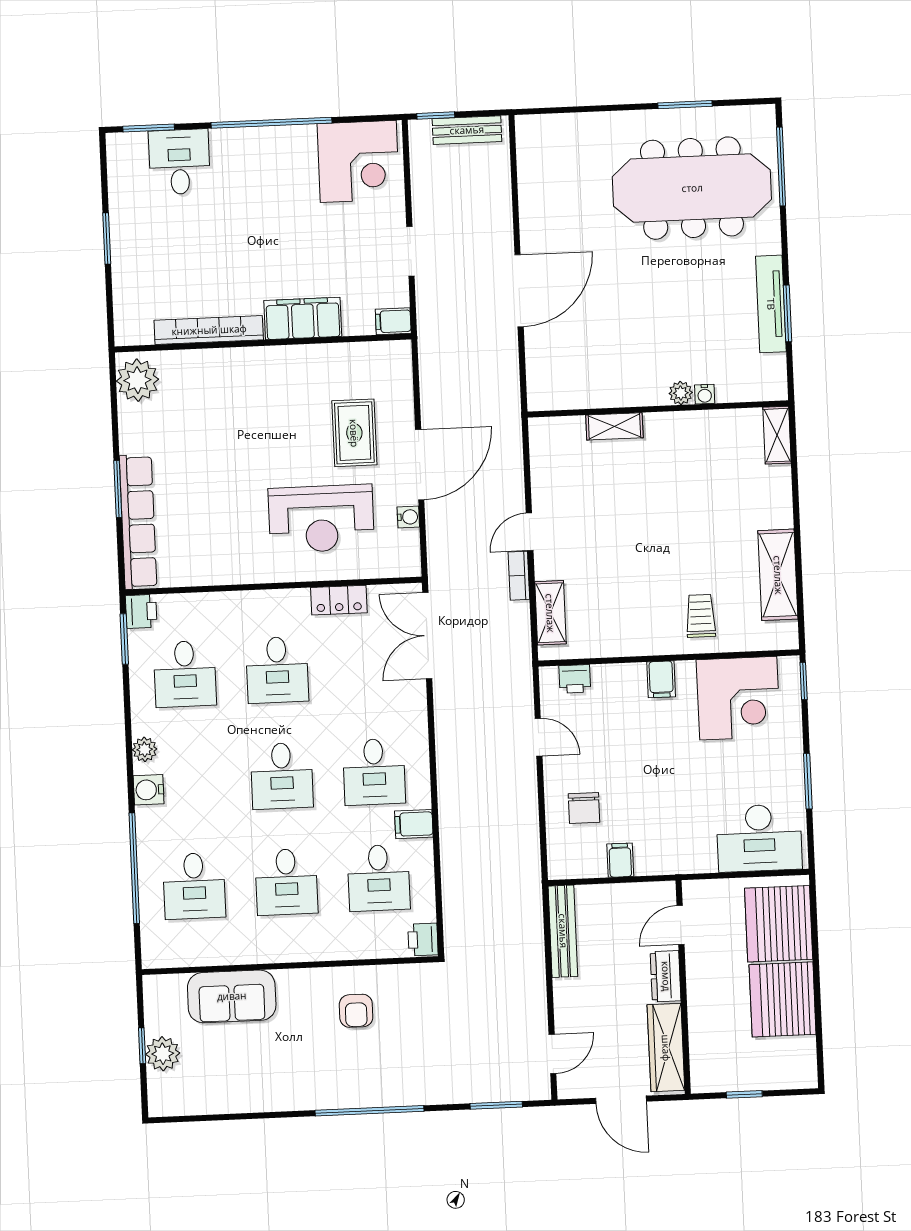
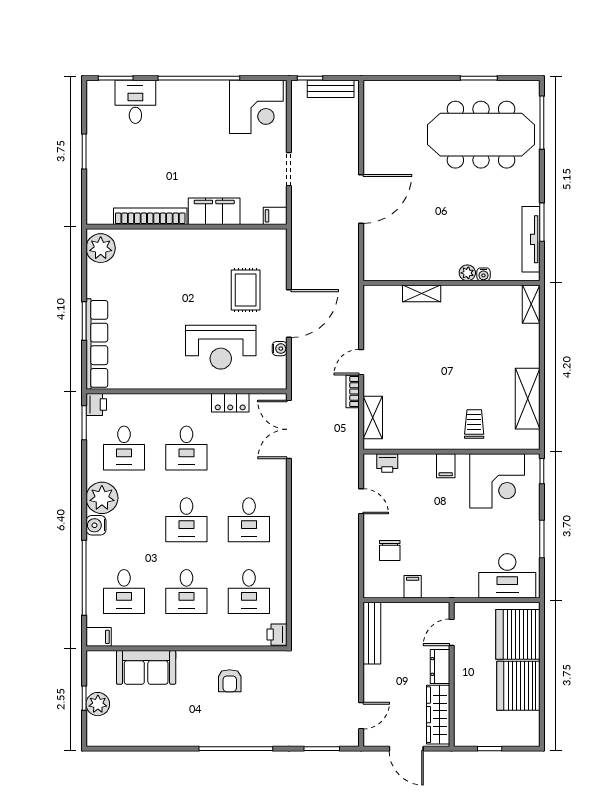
tv unit: (771, 304) -> (531, 239), moved
plant: (145, 749) -> (102, 498), width x1.88, depth x1.88
filing cabinet: (414, 824) -> (99, 637), moved, turned 180

